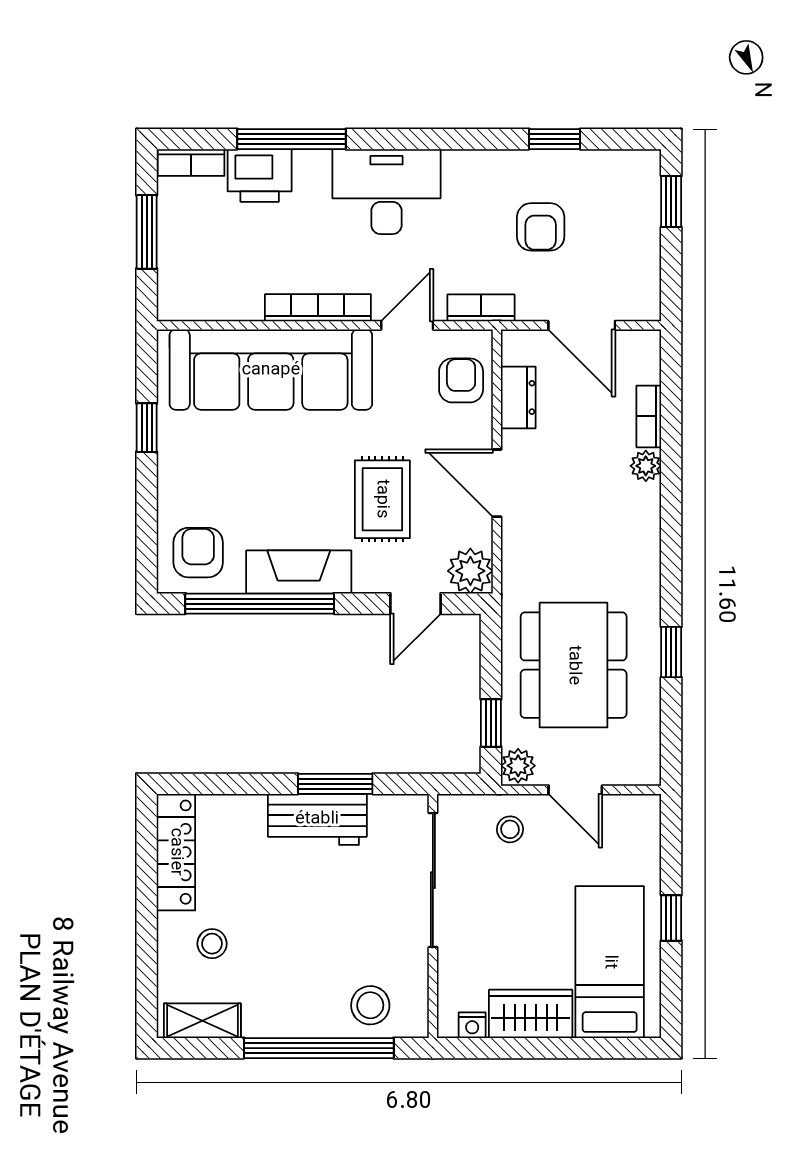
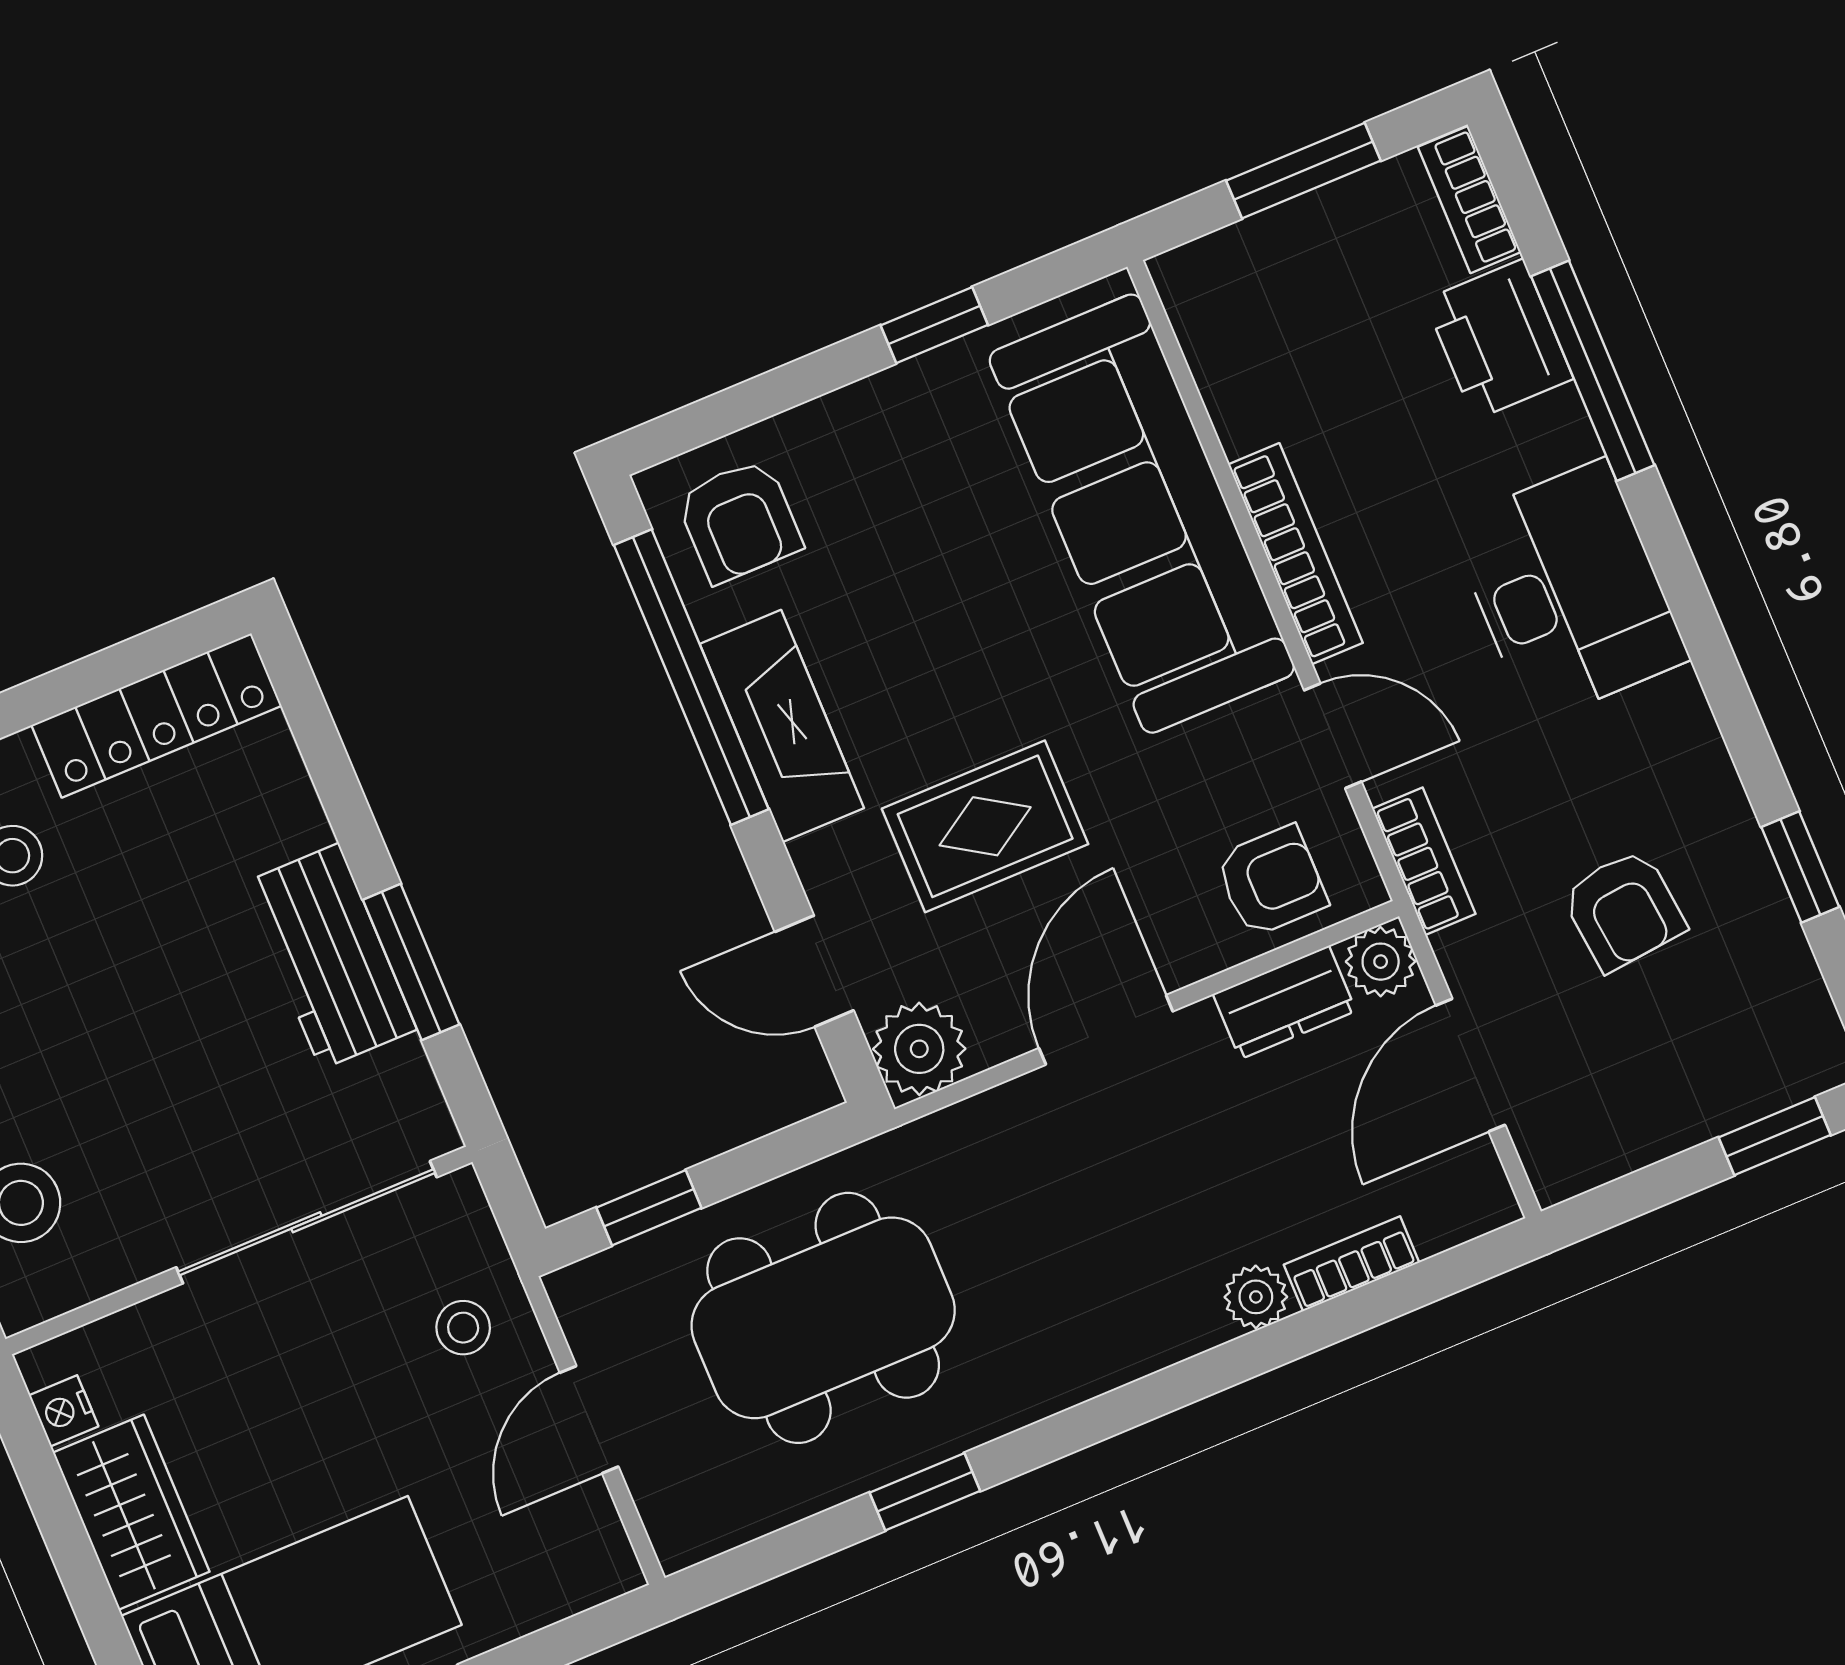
armchair: (541, 227) -> (1624, 910), turned -96
armchair: (198, 553) -> (739, 521), turned 90
plant: (518, 766) -> (1381, 962), moved

